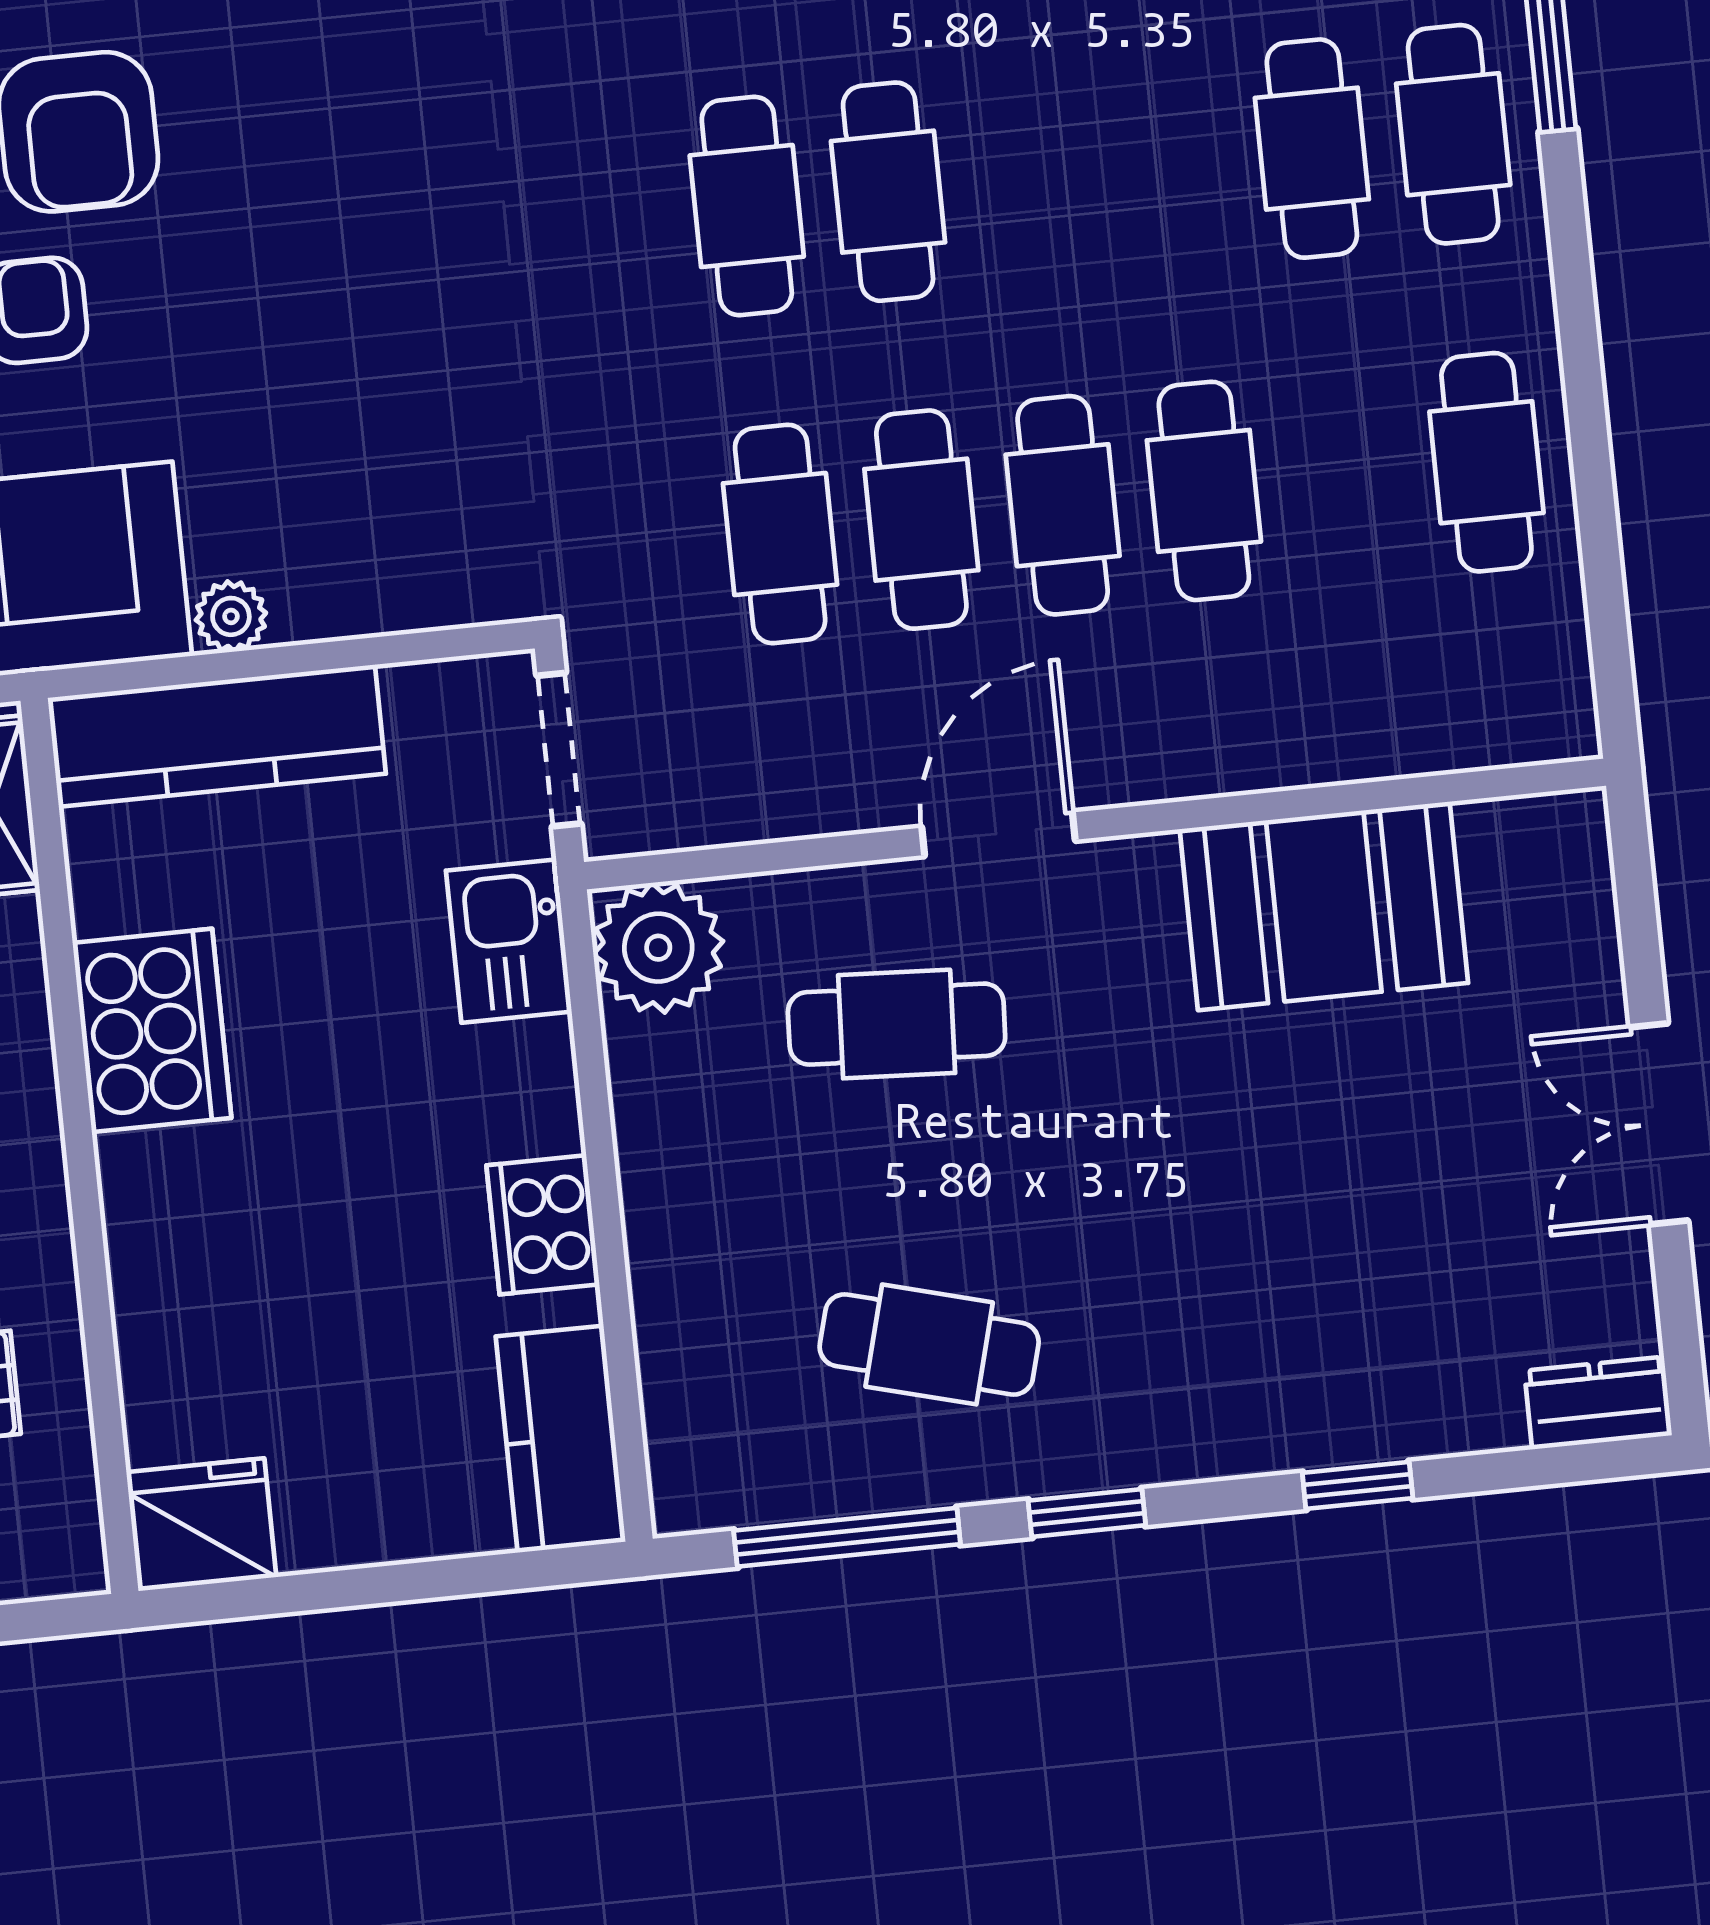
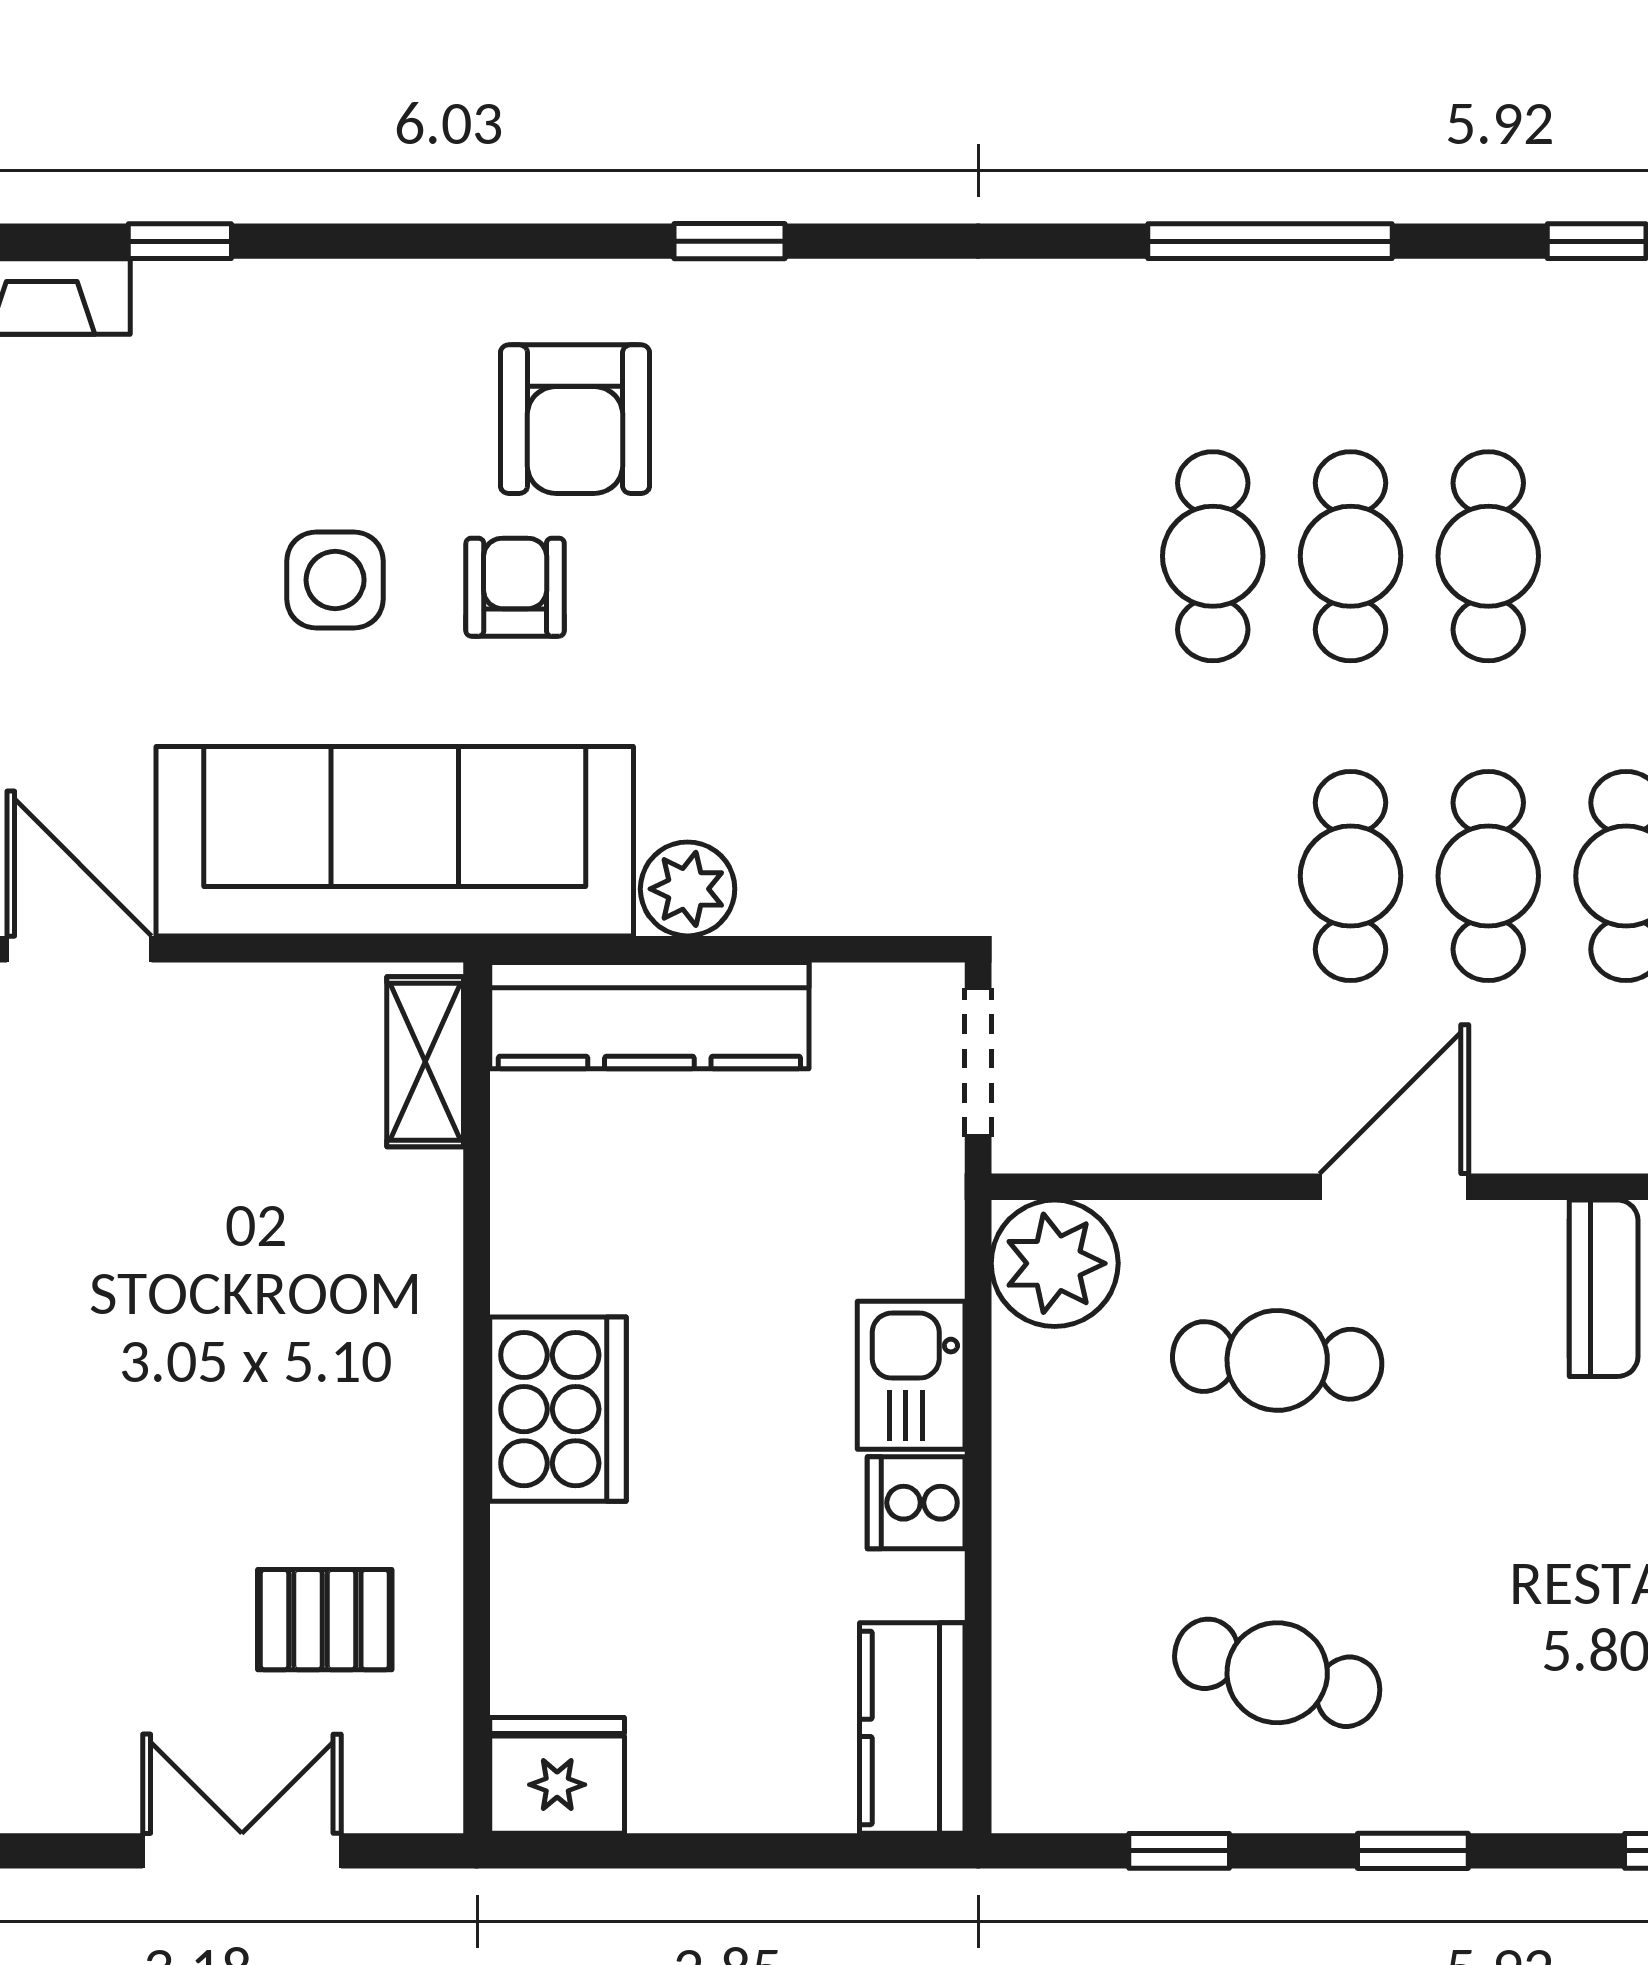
cafe table: (780, 534) -> (1488, 556), moved
plant: (231, 616) -> (688, 889), width x1.38, depth x1.38
kitchen sink: (509, 941) -> (911, 1375), moved
cooker: (152, 1030) -> (558, 1409), moved
cooker: (543, 1225) -> (916, 1503), width x0.73
window: (847, 1537) -> (1179, 1851), width x0.46

